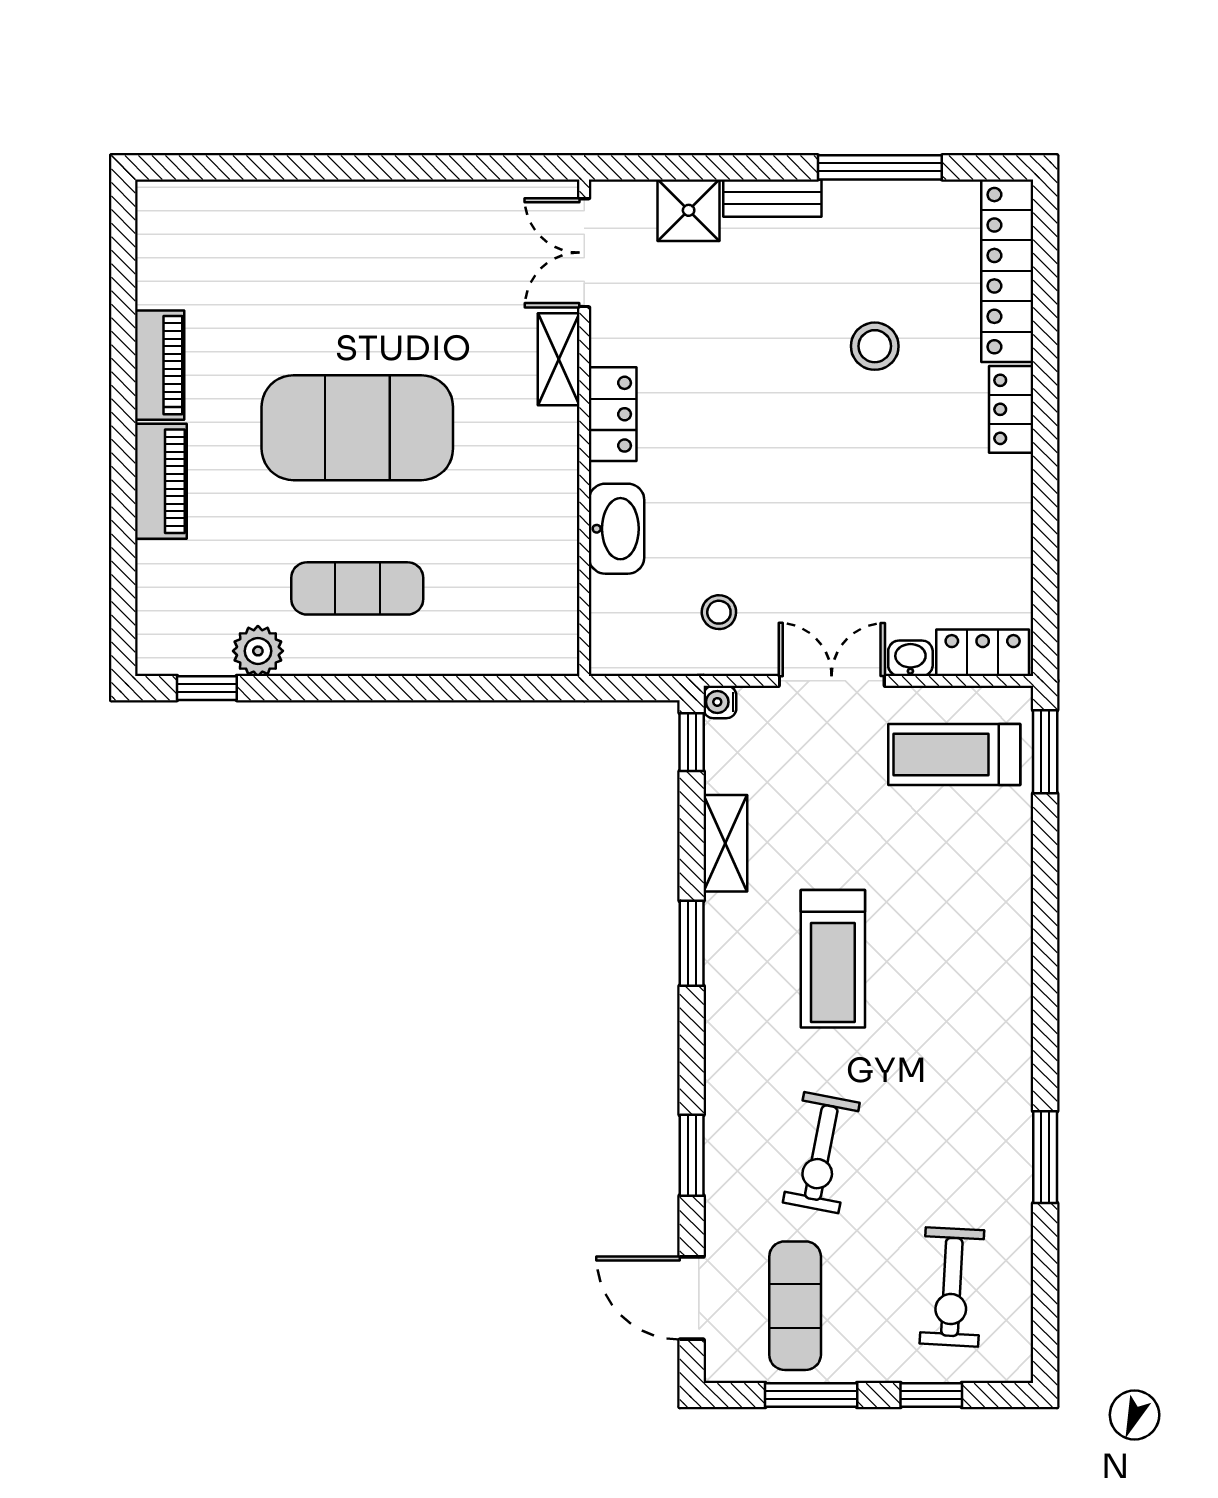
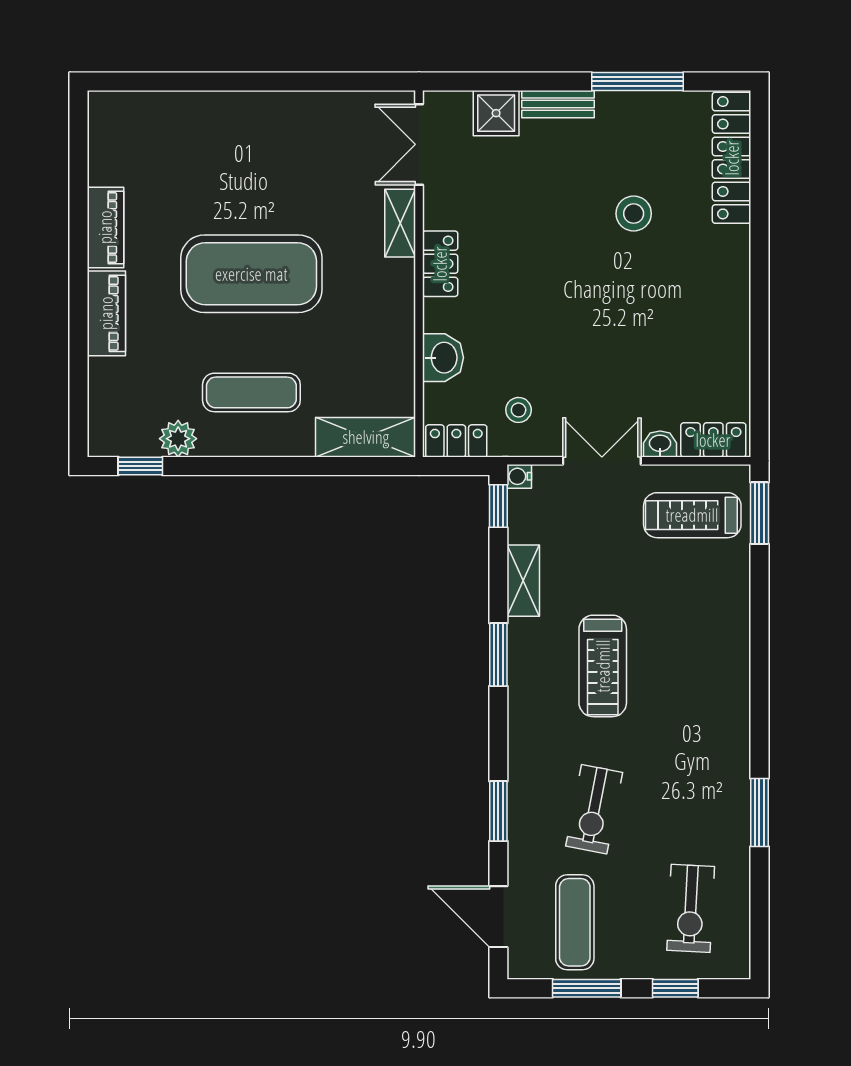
locker: (1011, 409) -> (456, 441), moved, turned 90
washbasin: (617, 529) -> (443, 358), width x0.72
shelving: (512, 649) -> (366, 437), added

